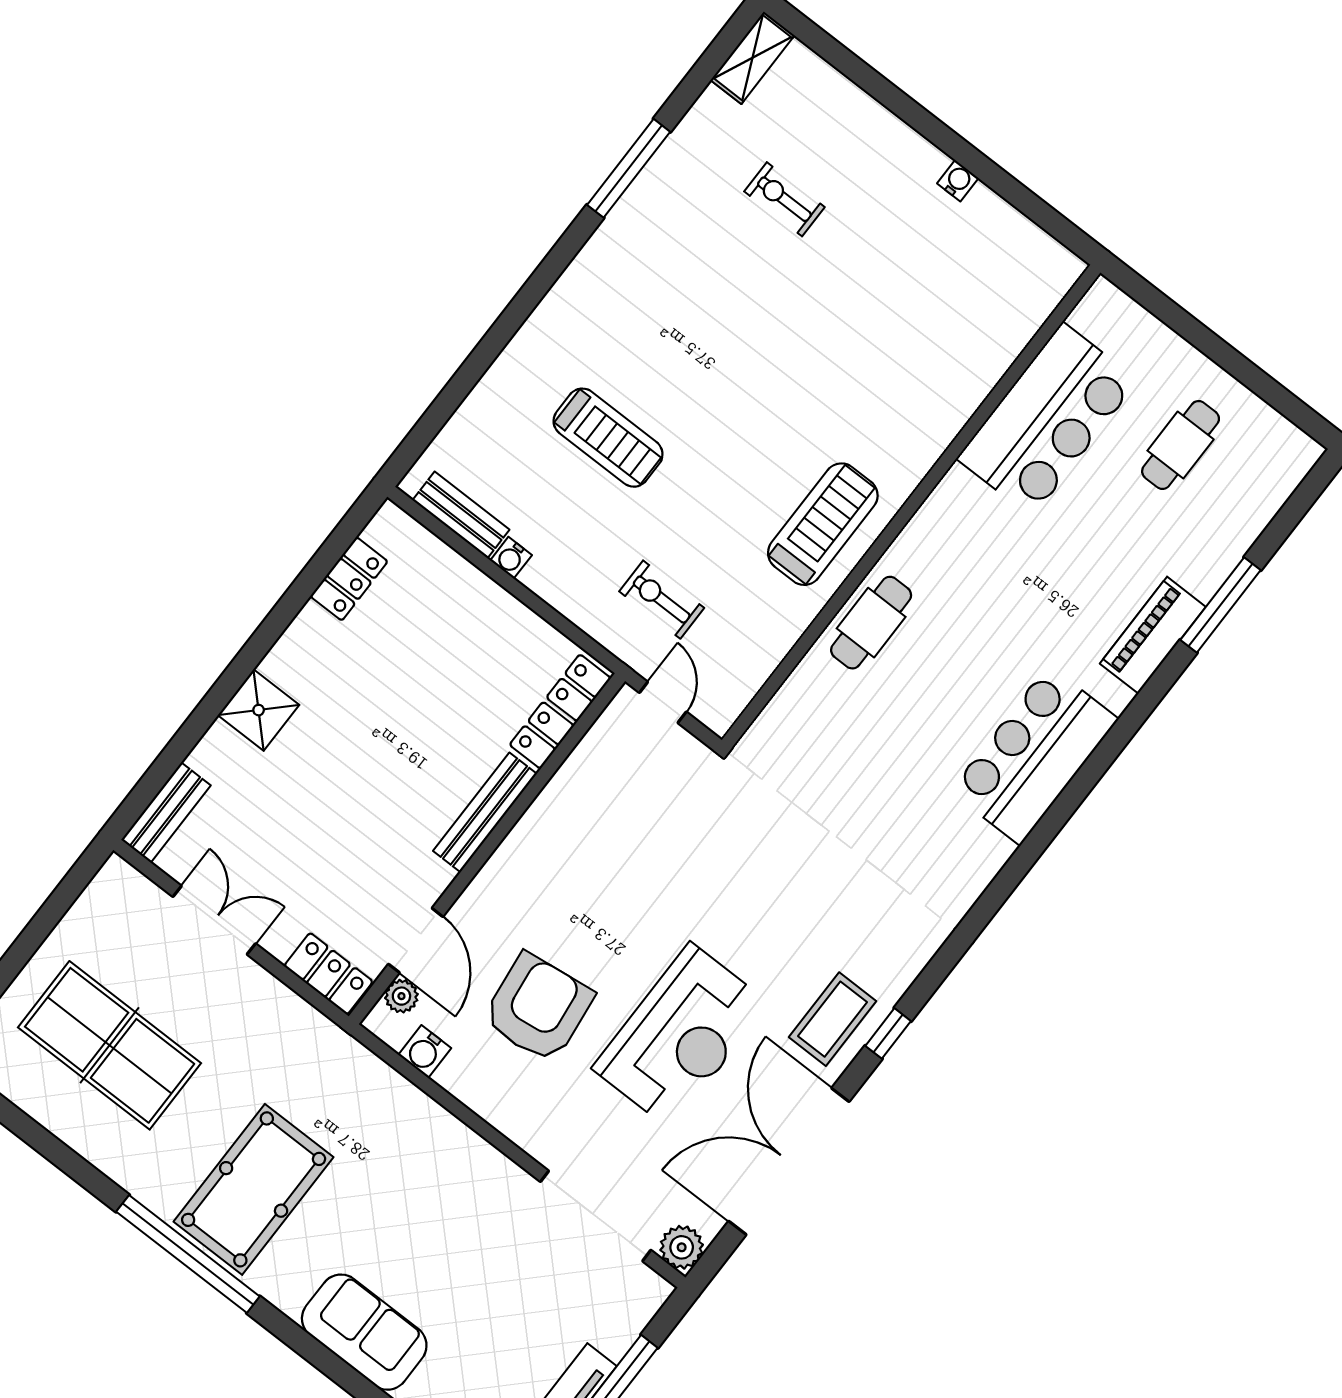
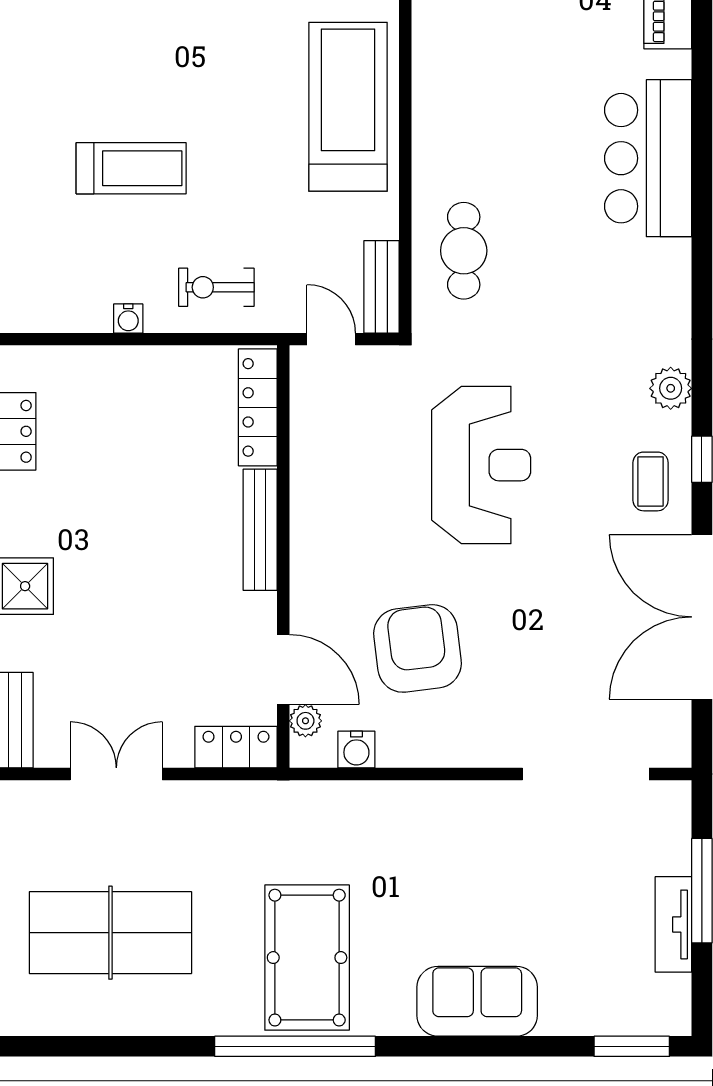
bench: (461, 515) -> (381, 287), moved, turned 90
treadmill: (823, 524) -> (348, 107), width x1.37, depth x1.38
exercise bike: (662, 600) -> (216, 287), moved
cafe table: (871, 623) -> (464, 251), moved
coffee table: (832, 1019) -> (651, 481), width x0.73, depth x0.77
reception desk: (680, 1036) -> (481, 465), moved
plant: (682, 1247) -> (671, 388), moved

